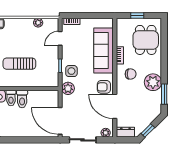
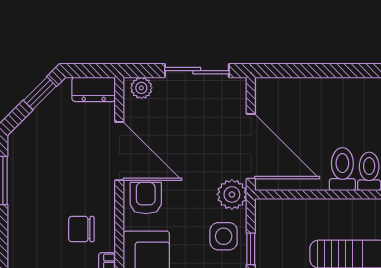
plant: (153, 82) -> (28, 209), removed
armchair: (104, 87) -> (146, 198), turned -90
door: (60, 121) -> (251, 146), moved

